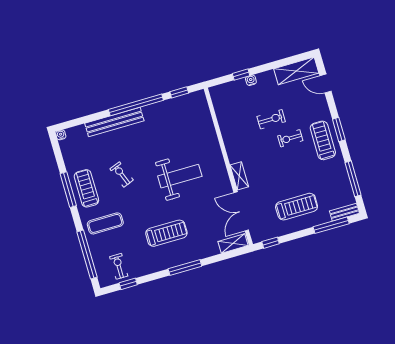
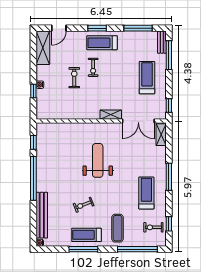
bench: (114, 122) -> (42, 215), moved
treadmill: (166, 233) -> (146, 193), moved

